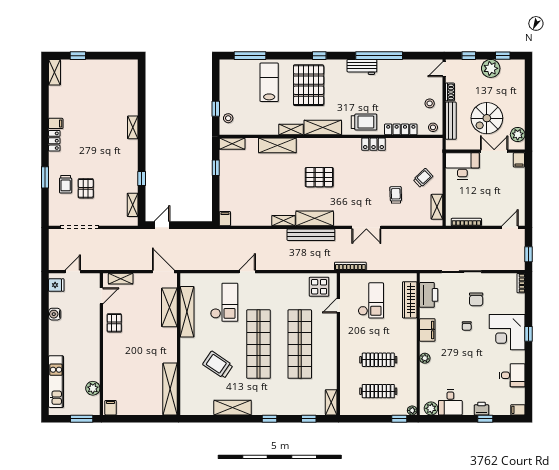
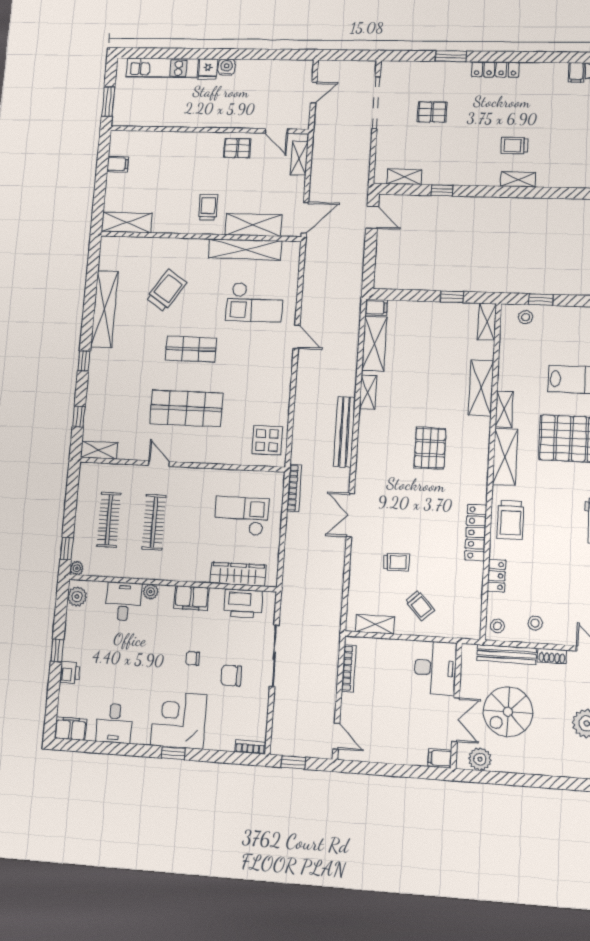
spiral stairs: (487, 118) -> (508, 712), turned -90
filing cabinet: (56, 123) -> (576, 72), moved
locker: (401, 129) -> (497, 576), width x0.66
locker: (54, 141) -> (495, 69), width x1.53
locker: (373, 144) -> (476, 533), width x1.53
trolley: (66, 184) -> (514, 145), moved
shelving: (315, 218) -> (374, 344), moved
door: (73, 272) -> (314, 93), hinge flipped
fridge: (56, 285) -> (208, 69), moved
checkout: (371, 300) -> (241, 516), turned 180
door: (338, 306) -> (159, 464), moved
water cooler: (55, 314) -> (226, 67), moved
trolley: (158, 340) -> (208, 207), added
shop shelf: (259, 344) -> (191, 349), width x0.50, depth x0.74
shop shelf: (300, 344) -> (186, 408), width x0.71
plant: (93, 388) -> (149, 117), removed
shelving: (170, 389) -> (127, 223), width x0.68
desk: (450, 402) -> (124, 601), moved, turned 90
filing cabinet: (111, 408) -> (118, 164), moved
shelving: (233, 408) -> (104, 309), width x1.47
filing cabinet: (518, 410) -> (71, 729), width x2.00
window: (485, 419) -> (57, 650), moved

